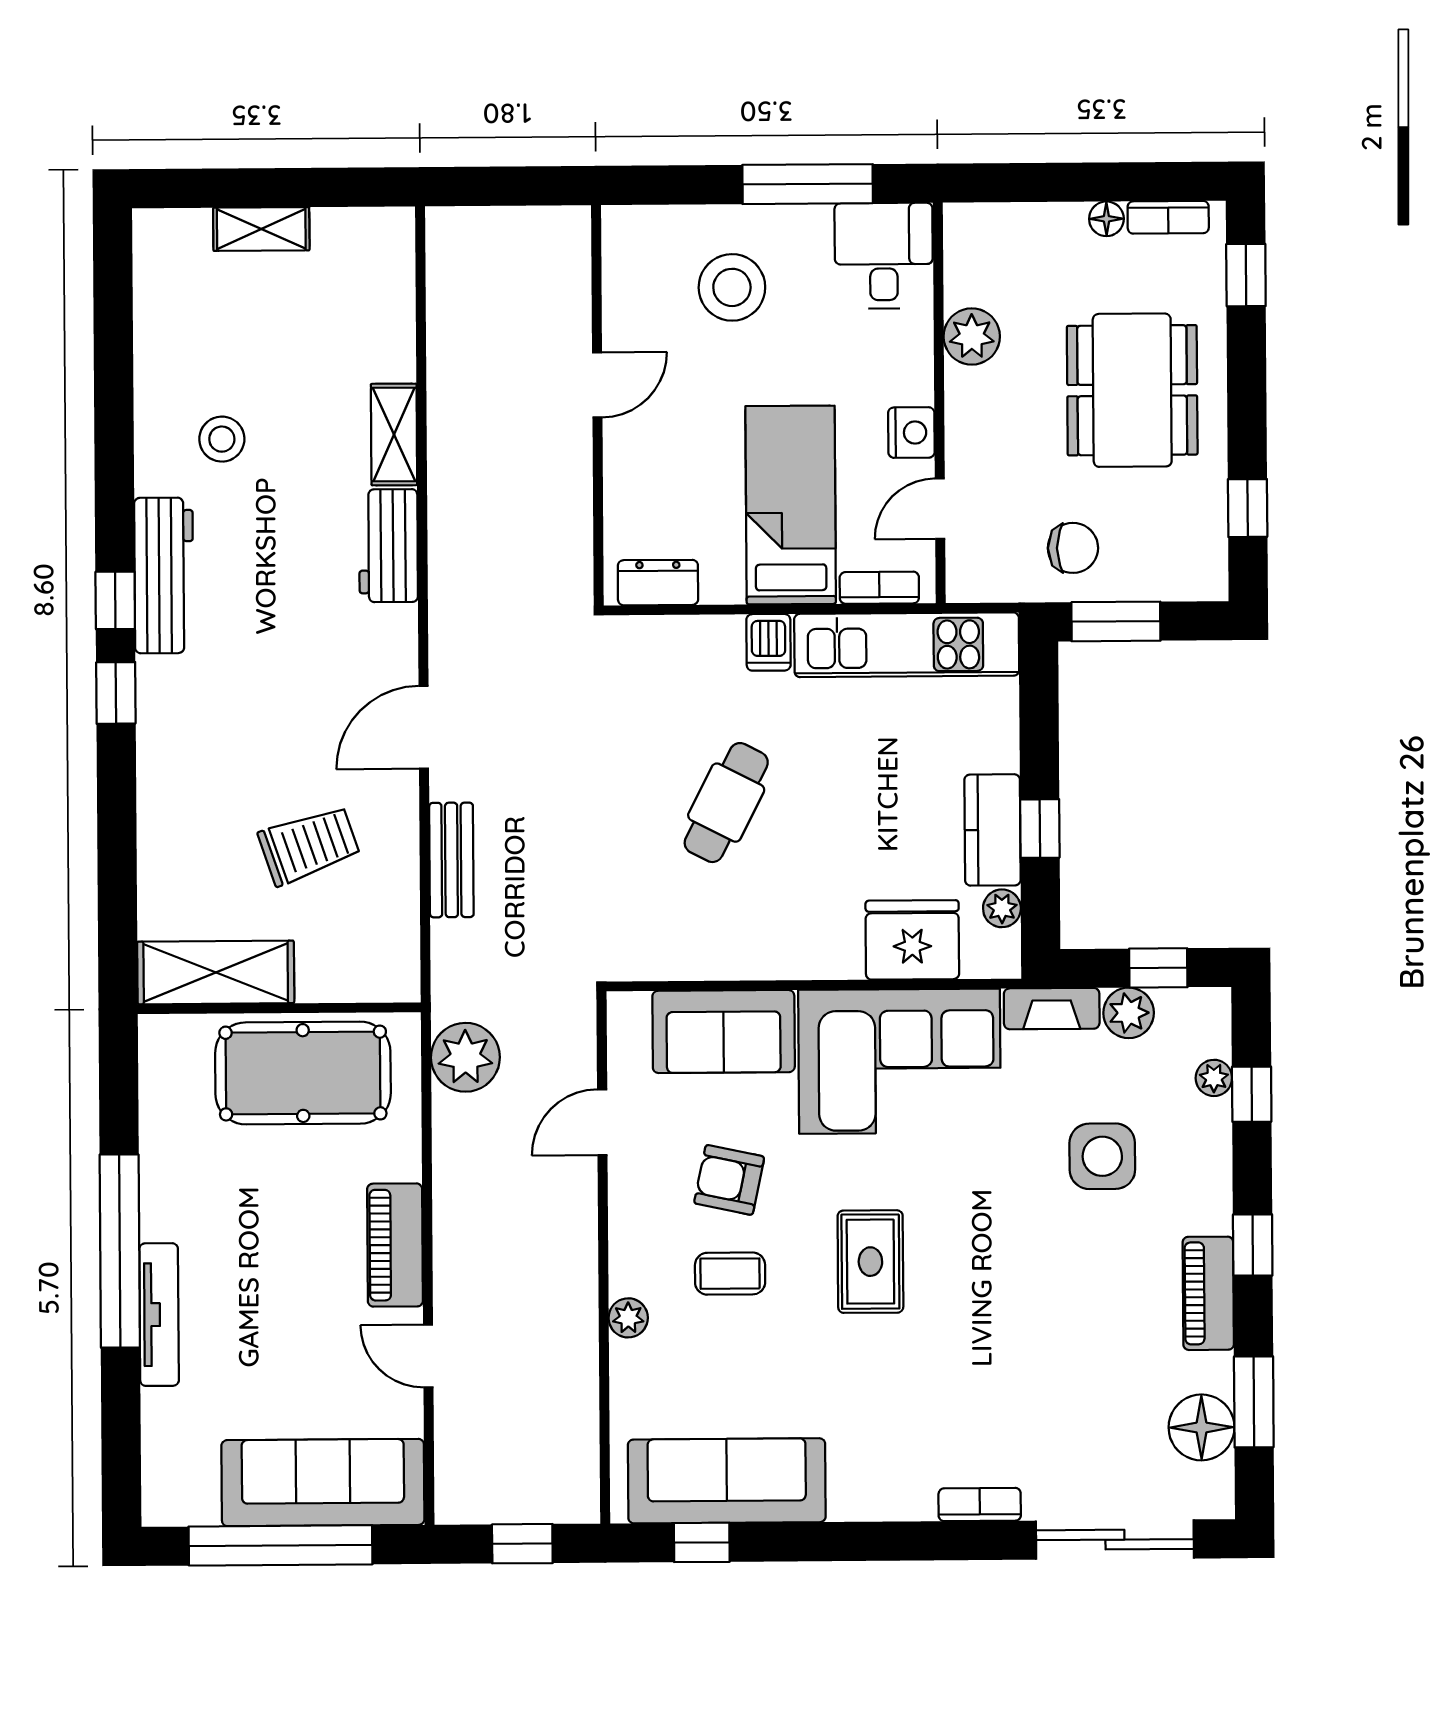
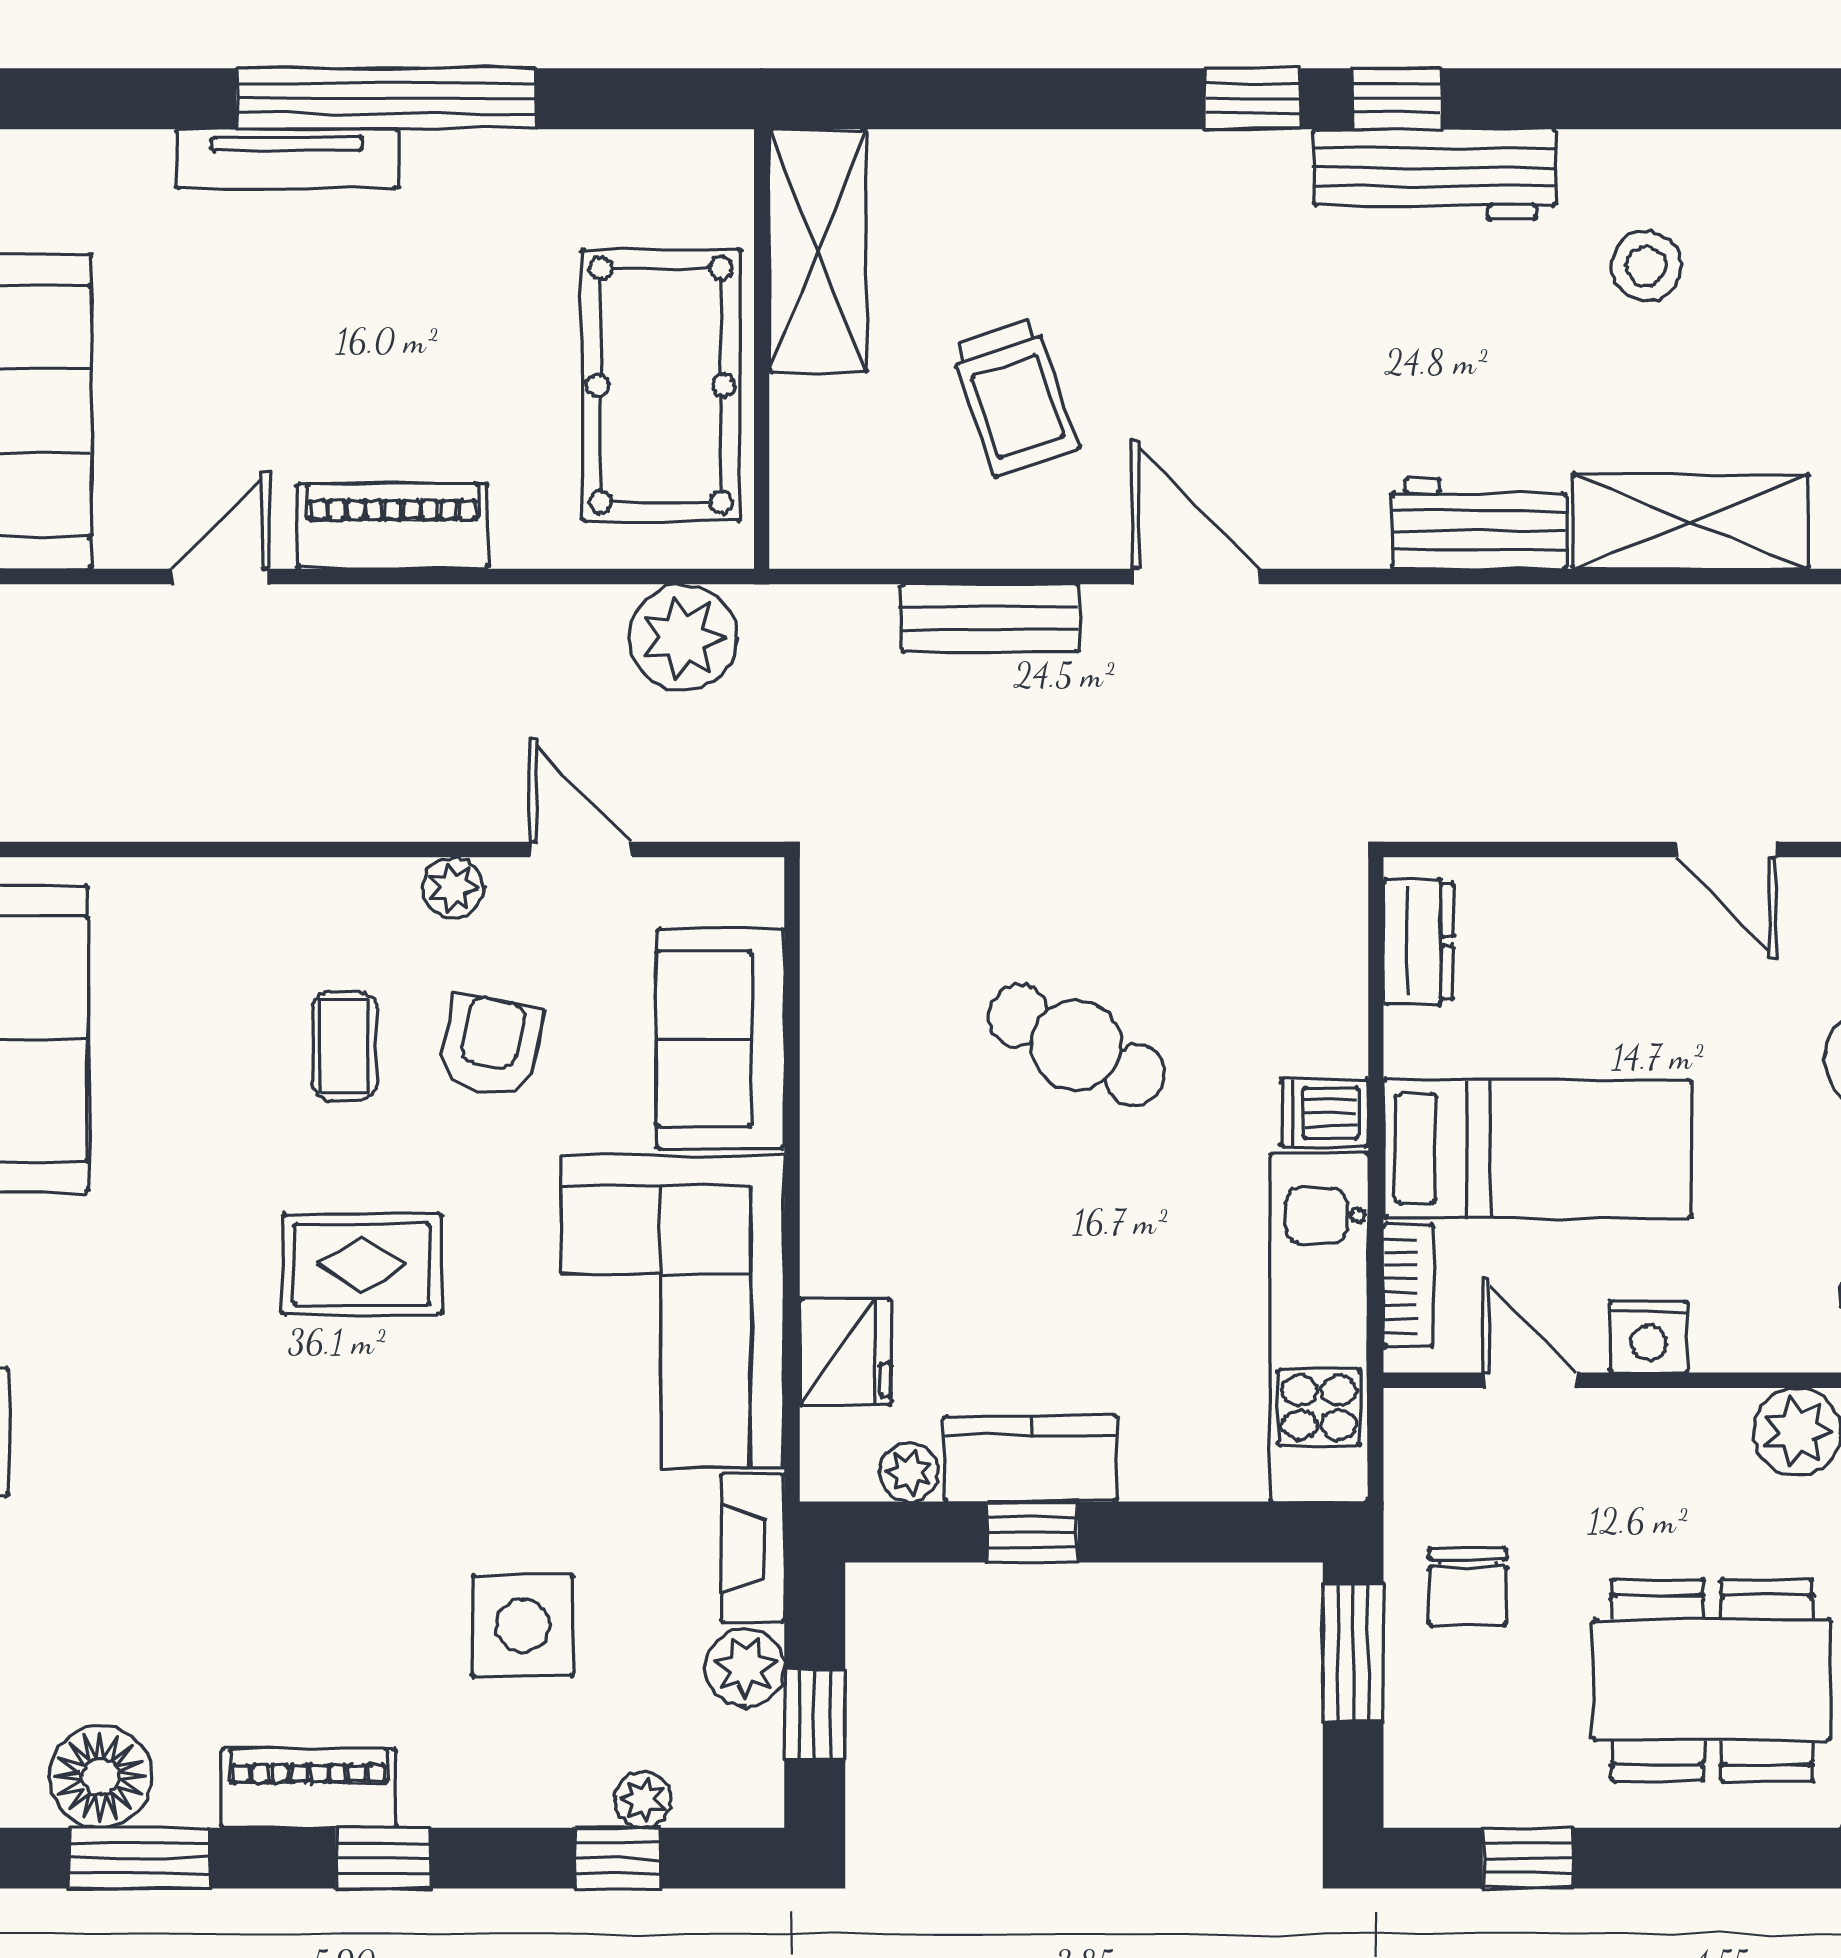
shelving: (394, 435) -> (1691, 522), width x1.50, depth x1.33
fridge: (912, 940) -> (845, 1352), width x0.73, depth x0.75
plant: (628, 1318) -> (453, 887), moved

